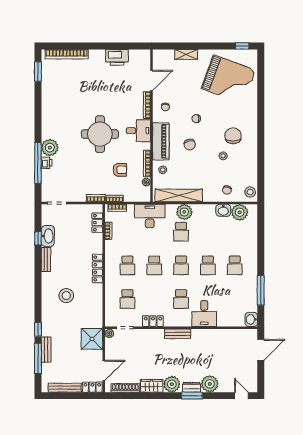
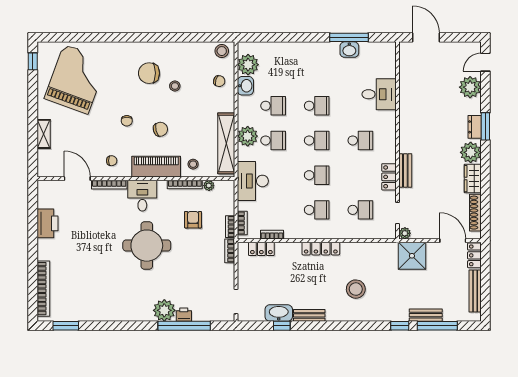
school desk: (235, 265) -> (273, 106), moved
desk: (204, 314) -> (379, 94), moved
washbasin: (251, 319) -> (349, 50), moved
bench: (178, 334) -> (405, 170), moved
plant: (210, 384) -> (470, 87), moved

